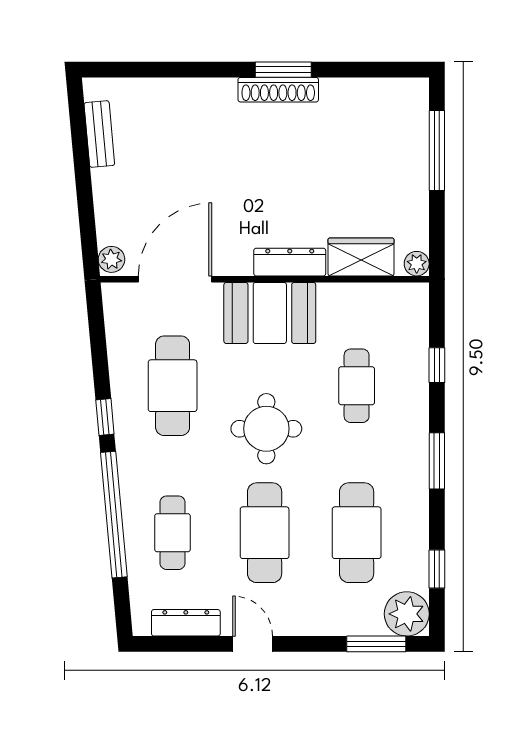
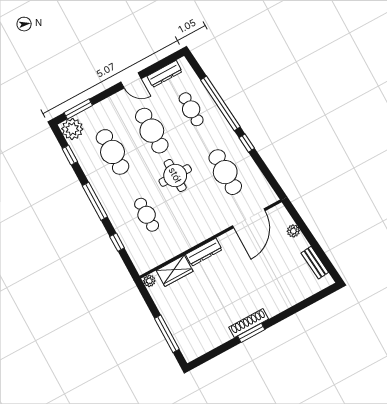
plant: (111, 259) -> (293, 231), moved
booth: (270, 313) -> (201, 226), removed
window: (437, 461) -> (95, 201), width x1.44

